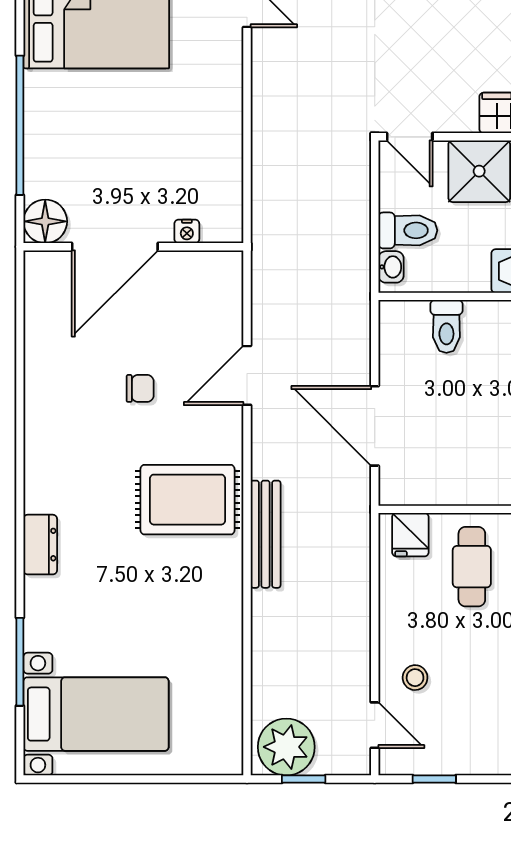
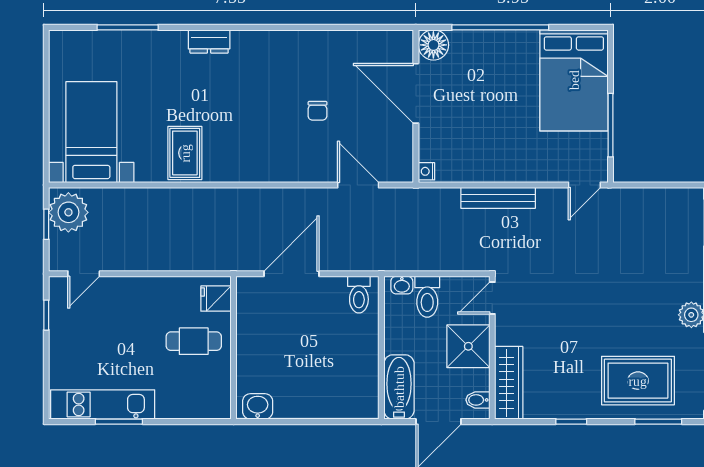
nightstand: (187, 231) -> (426, 171), moved
toilet: (446, 326) -> (359, 295), moved, turned -90
door: (247, 375) -> (358, 185), moved
rug: (188, 500) -> (185, 153), moved, width x0.73, depth x0.70
bench: (266, 534) -> (498, 198), moved
stool: (415, 678) -> (117, 302), removed
bed with nightstands: (96, 714) -> (91, 132), moved, turned 180

